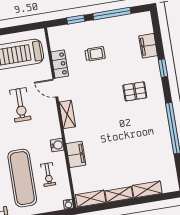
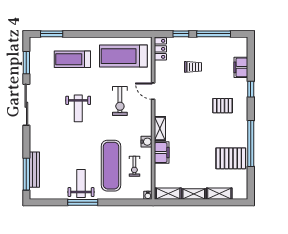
locker: (60, 64) -> (160, 49), moved
shelving: (67, 114) -> (160, 128), moved
pallet: (153, 148) -> (231, 158), added

